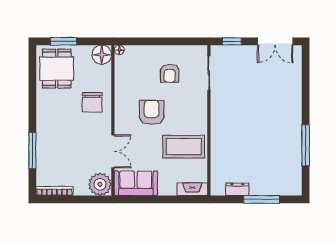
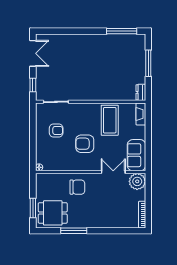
floor lamp: (102, 55) -> (43, 180), removed
window: (306, 145) -> (122, 31), moved
window: (32, 151) -> (74, 231), moved
dresser: (237, 189) -> (141, 92), moved

